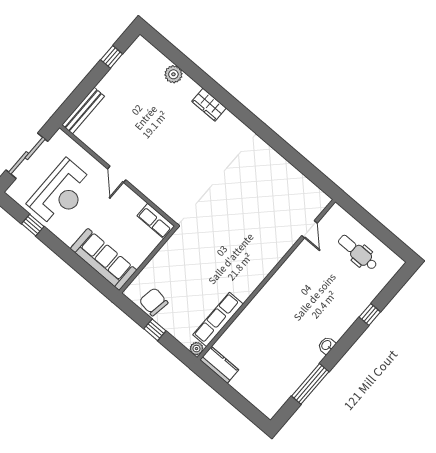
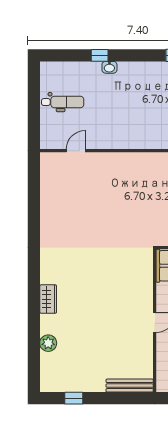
dental chair: (358, 252) -> (63, 102), turned -90
washbasin: (327, 345) -> (109, 67), moved

